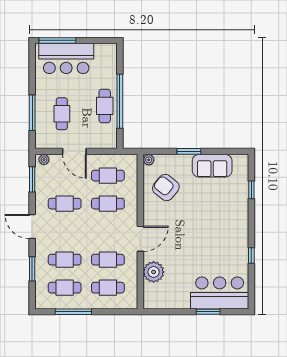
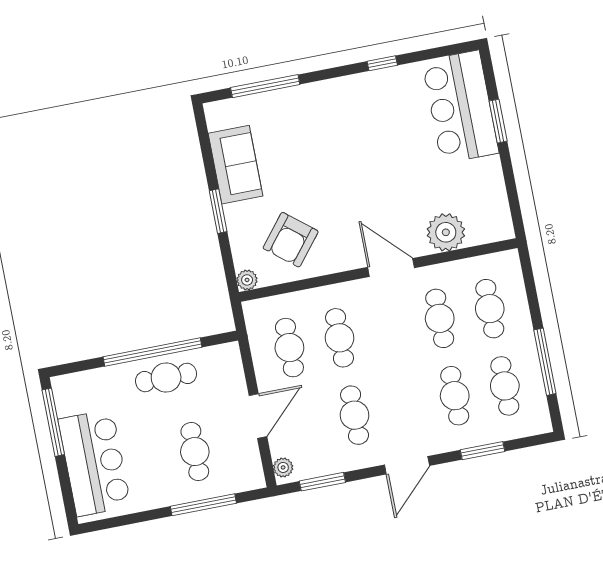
window: (57, 40) -> (53, 422), moved
cafe table: (62, 114) -> (195, 452), turned 90
window: (251, 190) -> (265, 86), width x2.17

